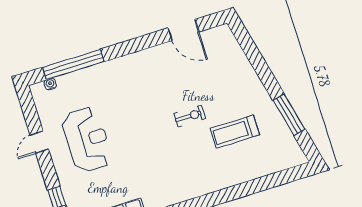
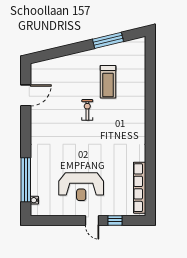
reception desk: (87, 140) -> (81, 187), turned 180
door: (39, 142) -> (92, 220), moved

